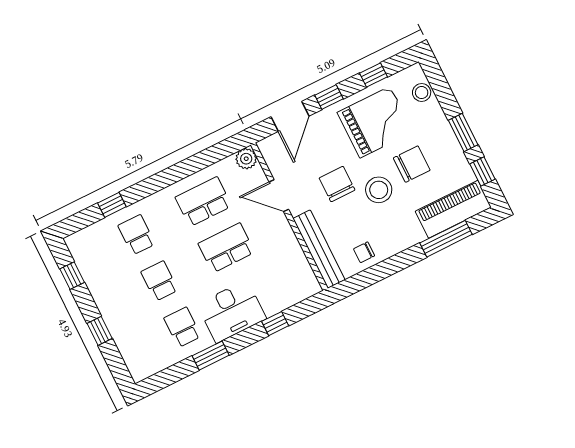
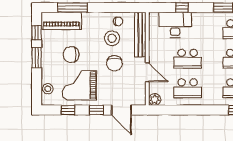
door: (290, 116) -> (121, 110), swing flipped
stool: (379, 190) -> (112, 38), moved
desk: (232, 311) -> (175, 25), moved

